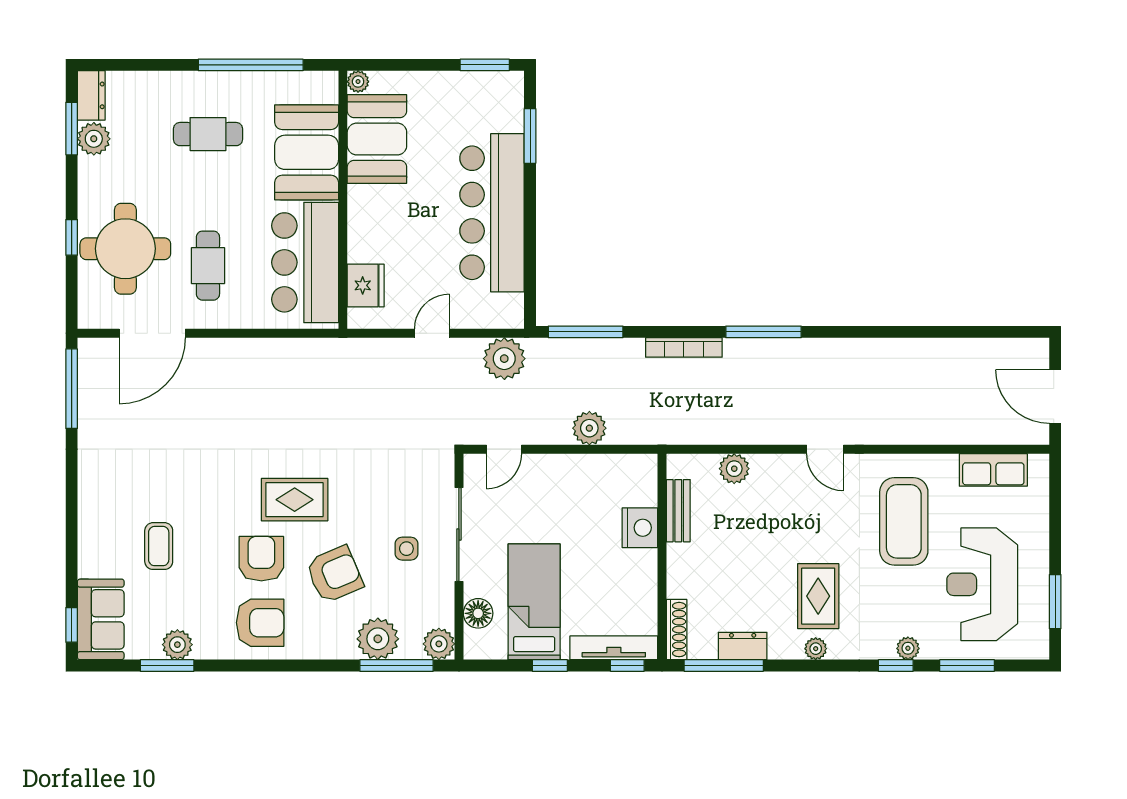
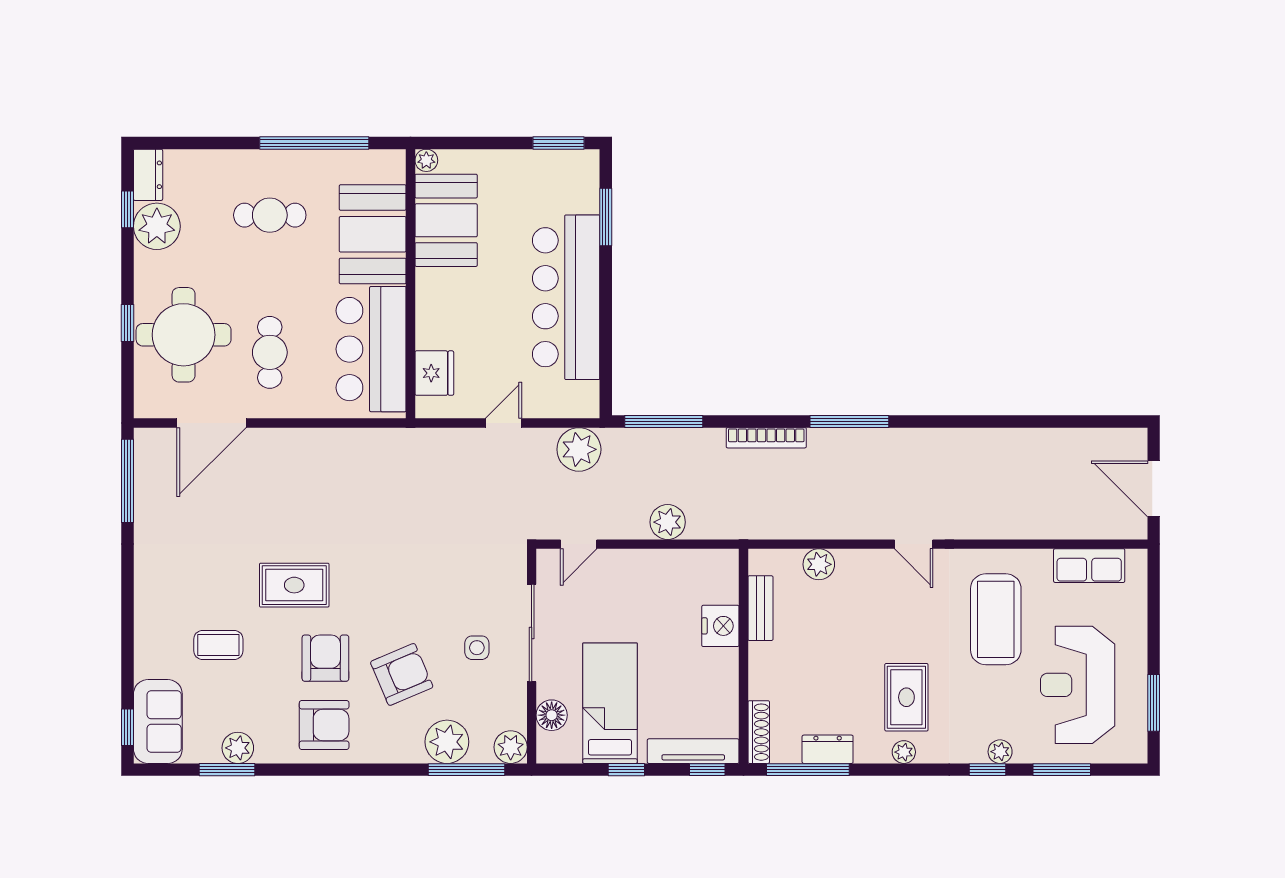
window: (72, 129) -> (127, 209), width x0.67
plant: (94, 139) -> (157, 226), width x1.36, depth x1.36
rug: (295, 500) -> (294, 585), moved
coffee table: (159, 546) -> (218, 645), turned 90

